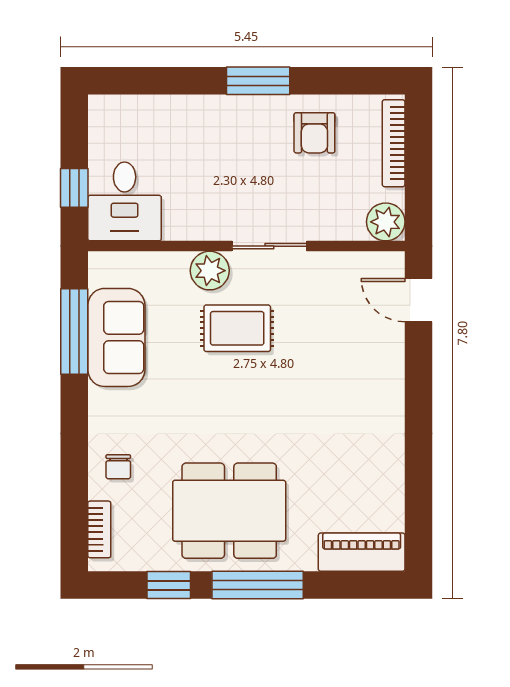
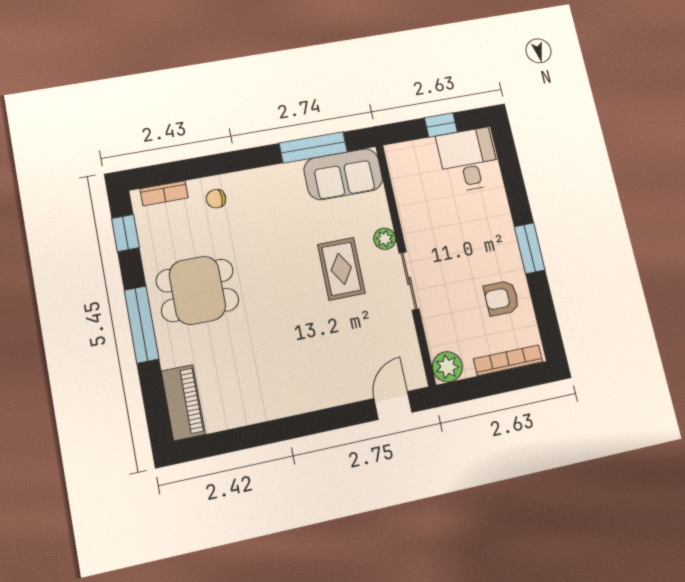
window: (74, 188) -> (441, 125), moved
desk: (125, 201) -> (468, 160), moved, turned 90
plant: (210, 271) -> (385, 239), width x0.73, depth x0.73
sofa: (116, 337) -> (343, 174), moved
dining table: (229, 511) -> (197, 290), width x0.73
window: (169, 585) -> (125, 233), moved

